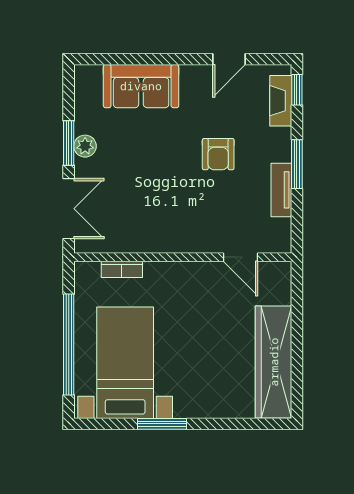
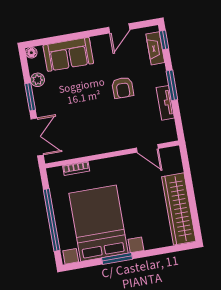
floor lamp: (83, 73) -> (31, 53), added
plant: (85, 146) -> (37, 80), moved
bed with nightstands: (125, 363) -> (99, 223), width x1.36

